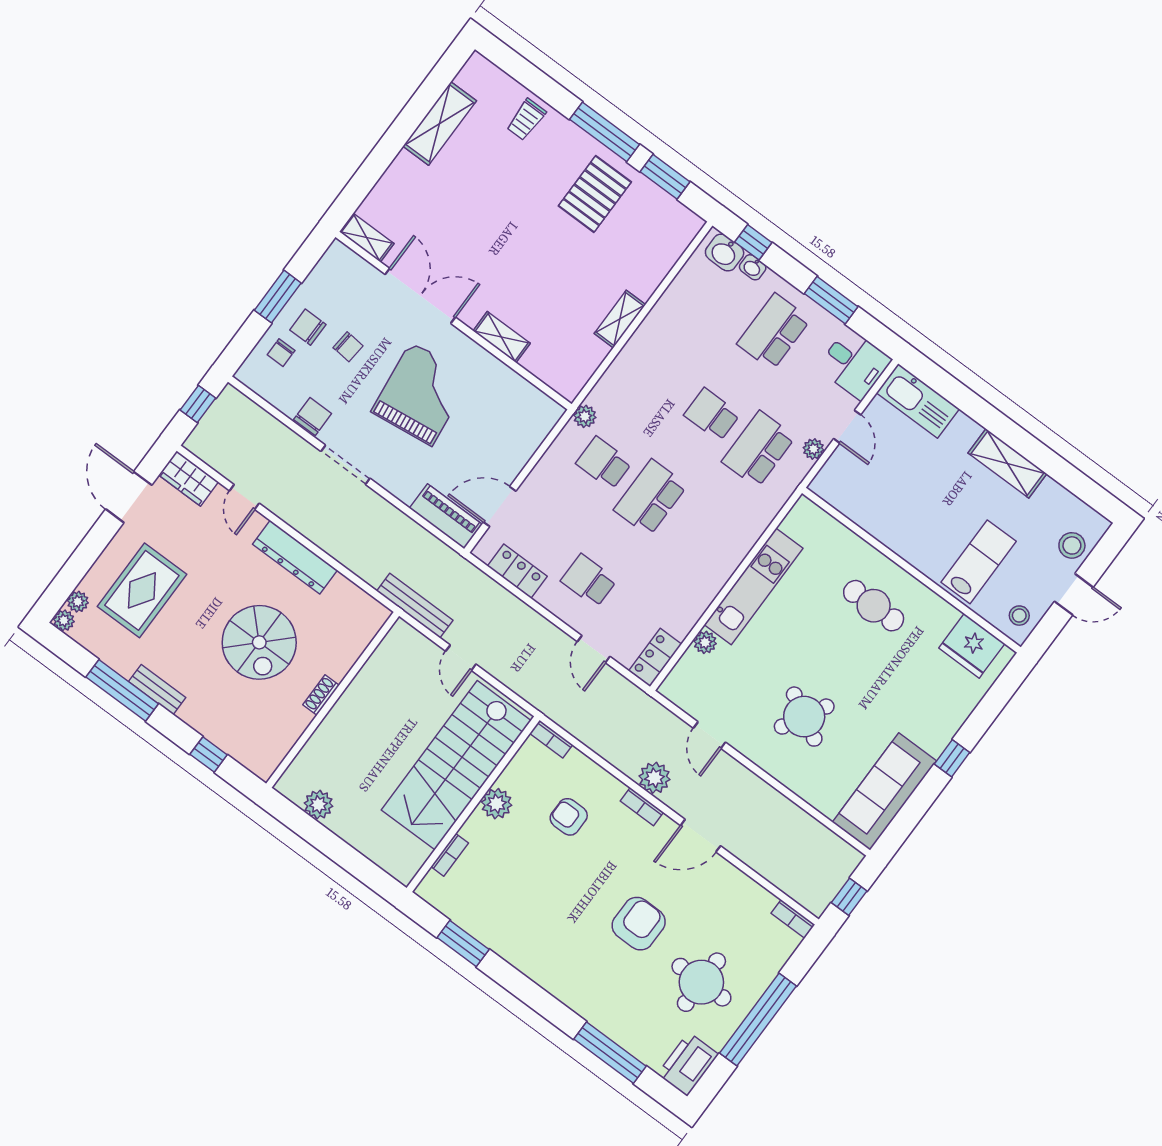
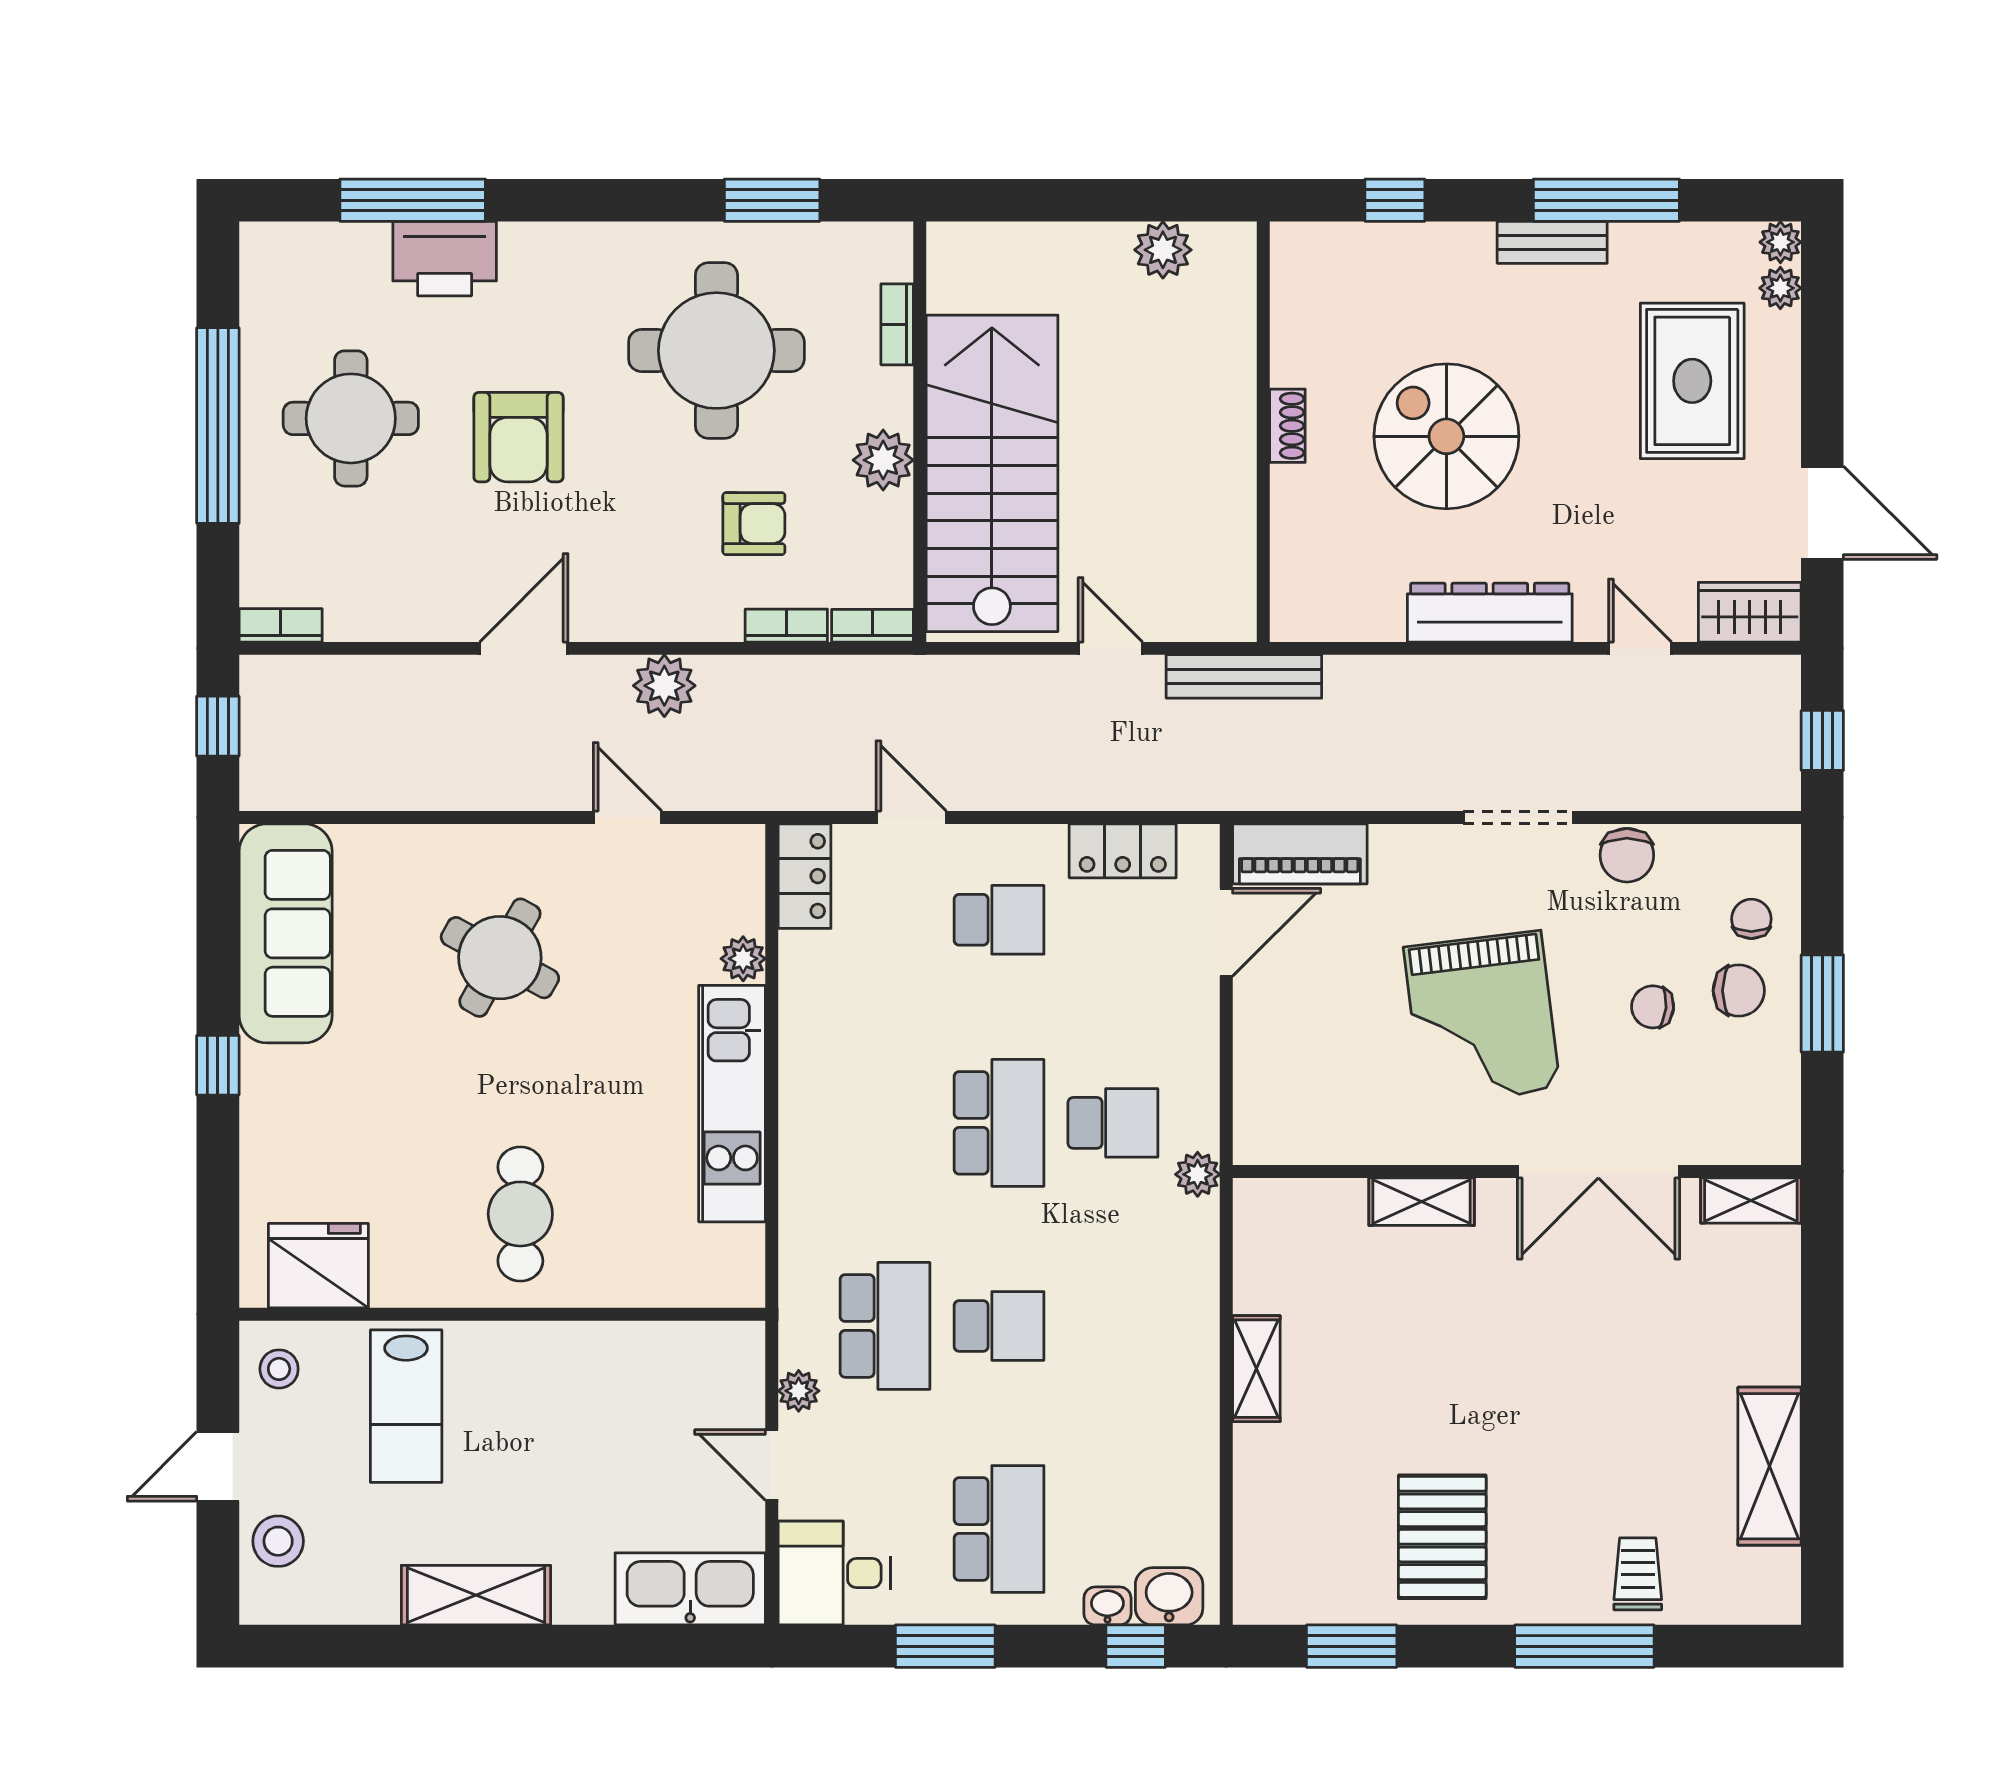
window: (605, 132) -> (1584, 1646), moved
cafe table: (874, 606) -> (520, 1214), turned 90
bookcase: (642, 807) -> (786, 626), moved
round table: (531, 899) -> (716, 351), added
printer: (688, 1064) -> (445, 259), moved, turned 90

